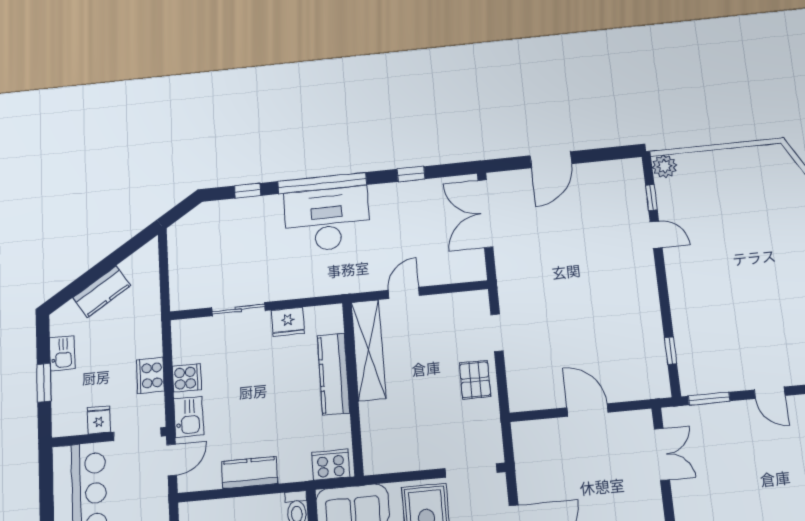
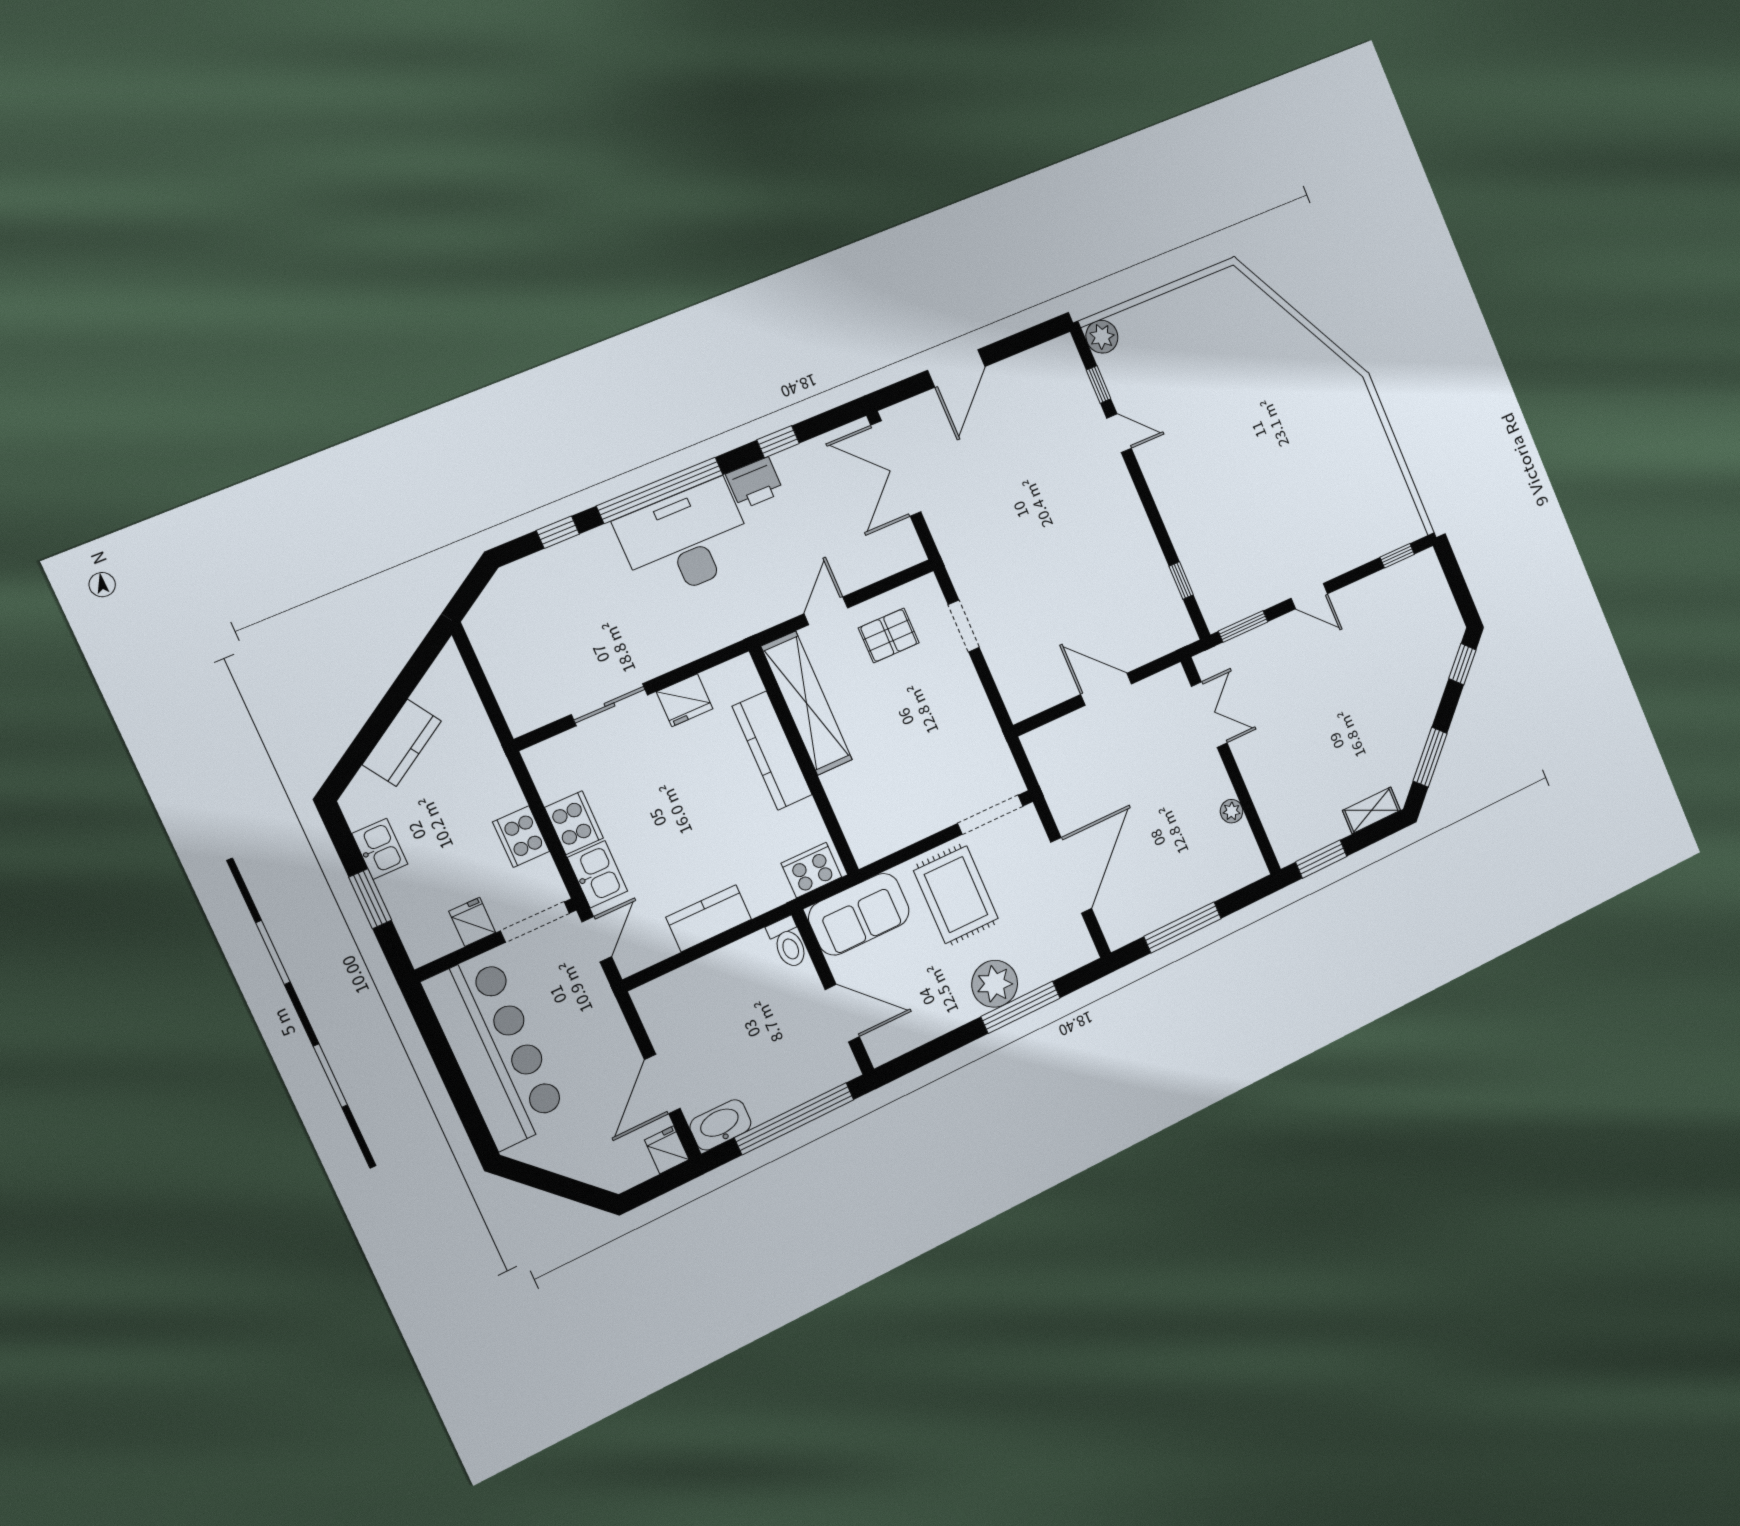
printer: (386, 196) -> (755, 483), added
cooker: (187, 378) -> (574, 823), width x1.36
pallet: (475, 380) -> (889, 635), moved, turned 90

